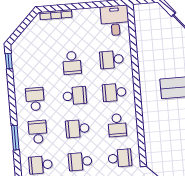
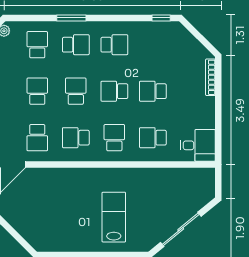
school desk: (112, 60) -> (153, 138), turned -90
school desk: (75, 96) -> (114, 91), turned 90

